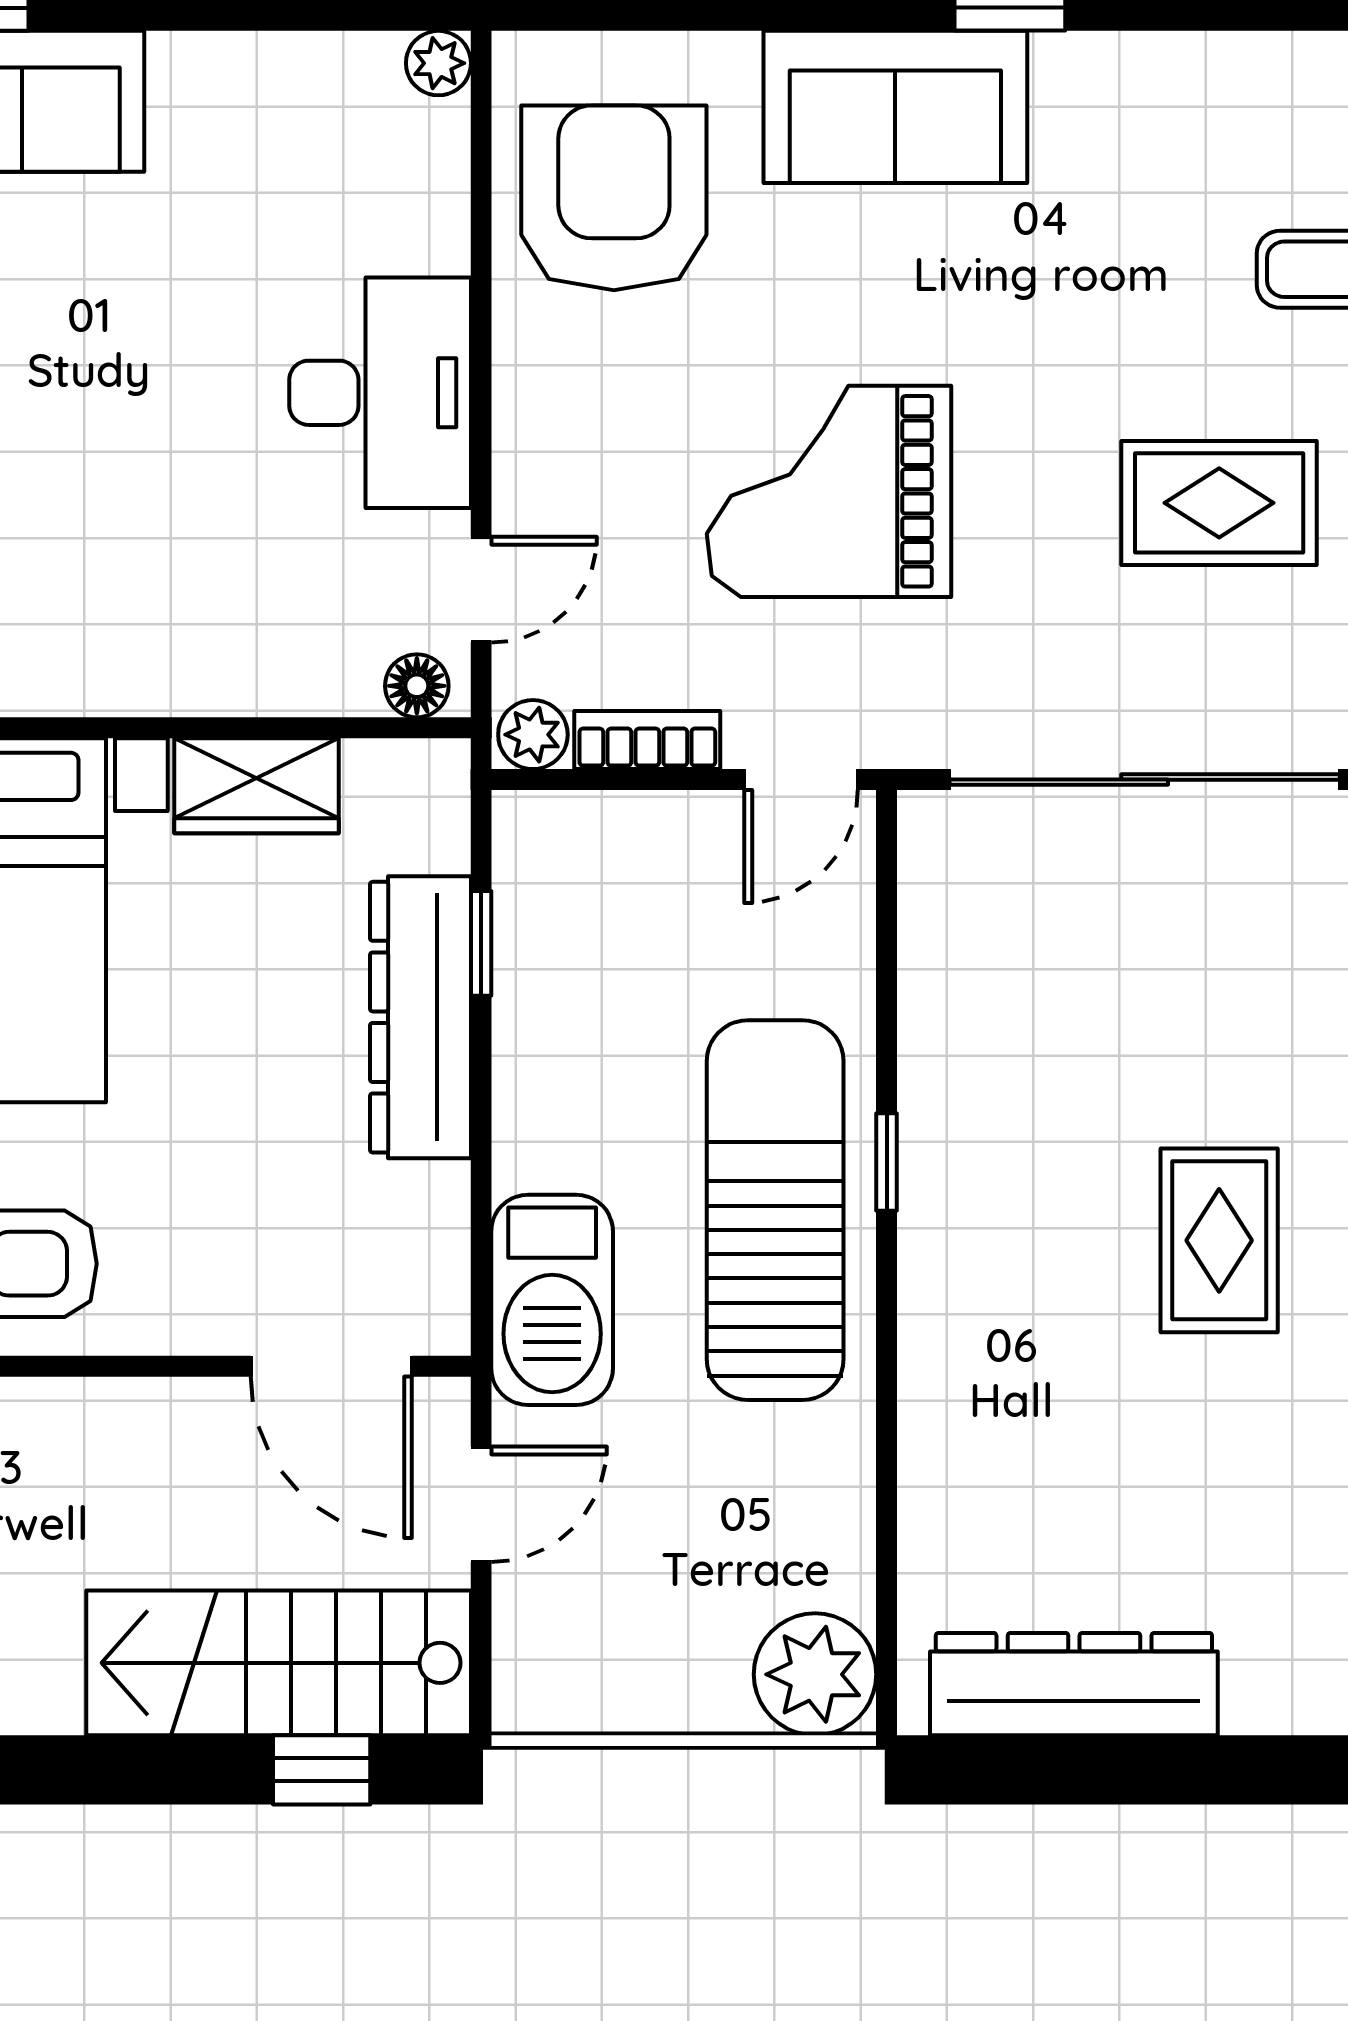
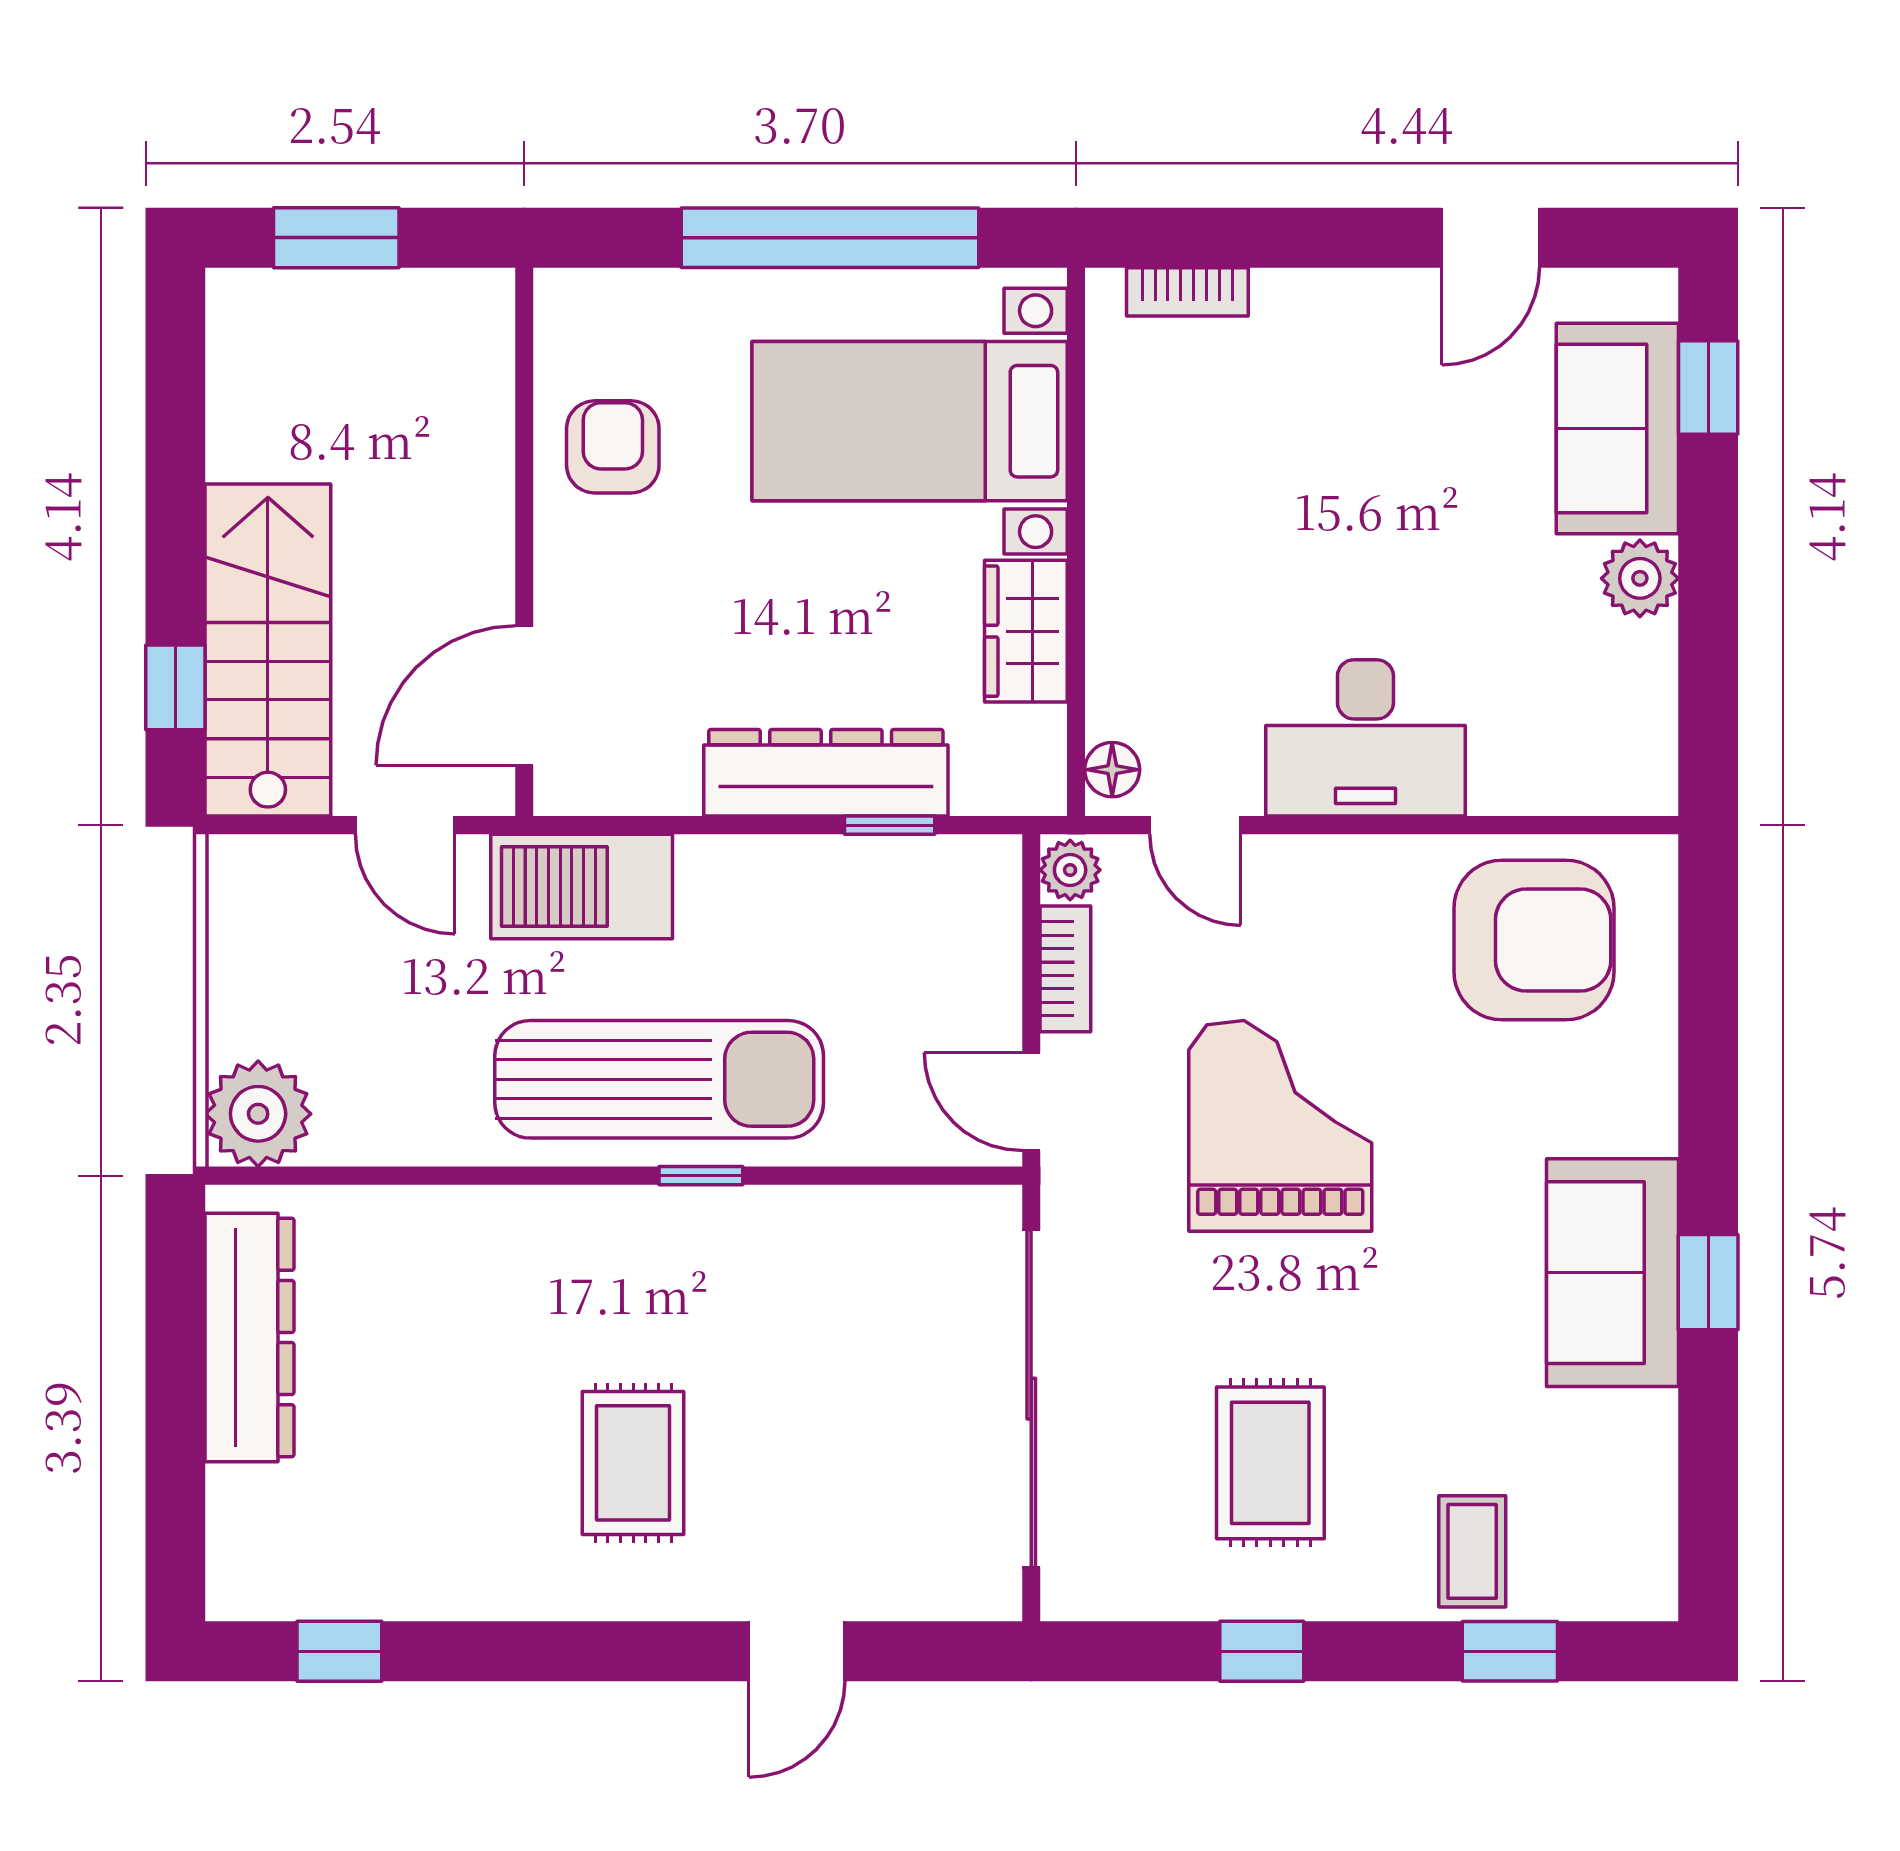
plant: (438, 63) -> (1640, 578), moved, width x1.38, depth x1.38
sofa: (895, 107) -> (1612, 1273), moved
rug: (1219, 1240) -> (633, 1463), turned 90

